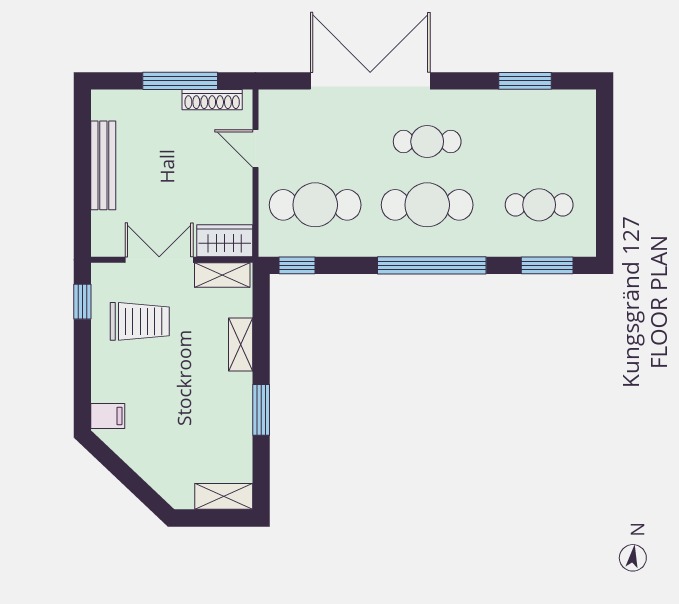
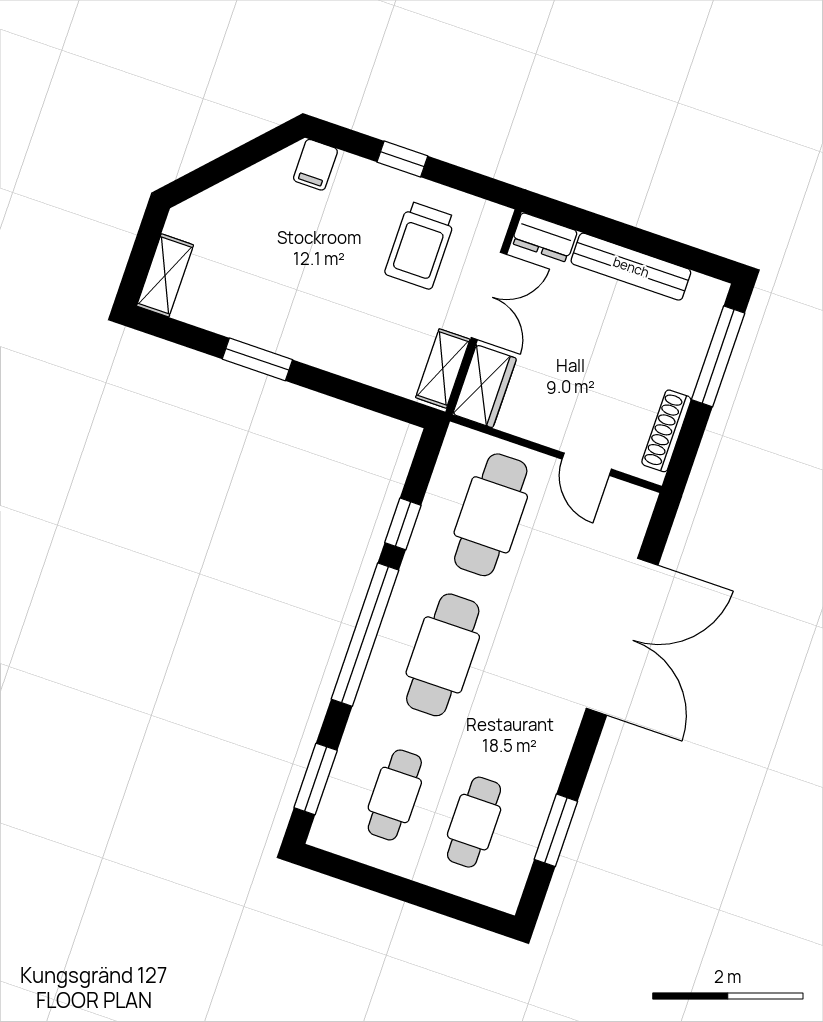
window: (180, 81) -> (718, 356), moved
cafe table: (427, 142) -> (474, 822), moved
door: (255, 149) -> (587, 464), swing flipped
dresser: (103, 234) -> (544, 237), added
window: (297, 265) -> (403, 524), moved
window: (82, 302) -> (402, 159), moved
shelving: (241, 344) -> (348, 362), removed

